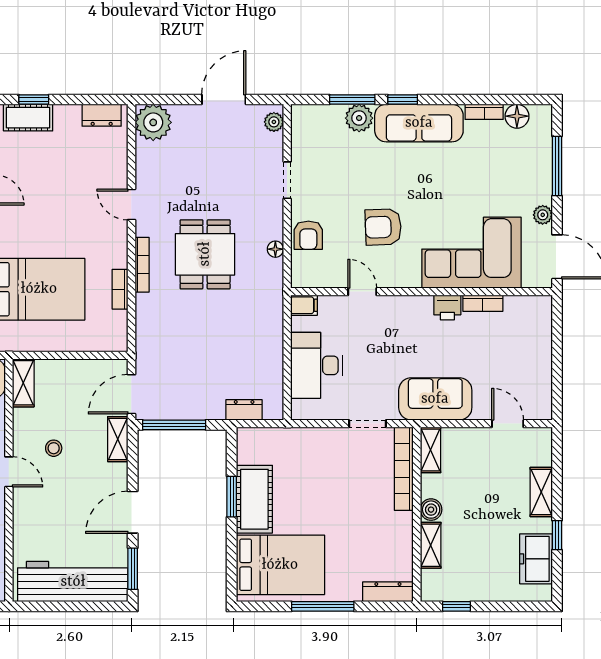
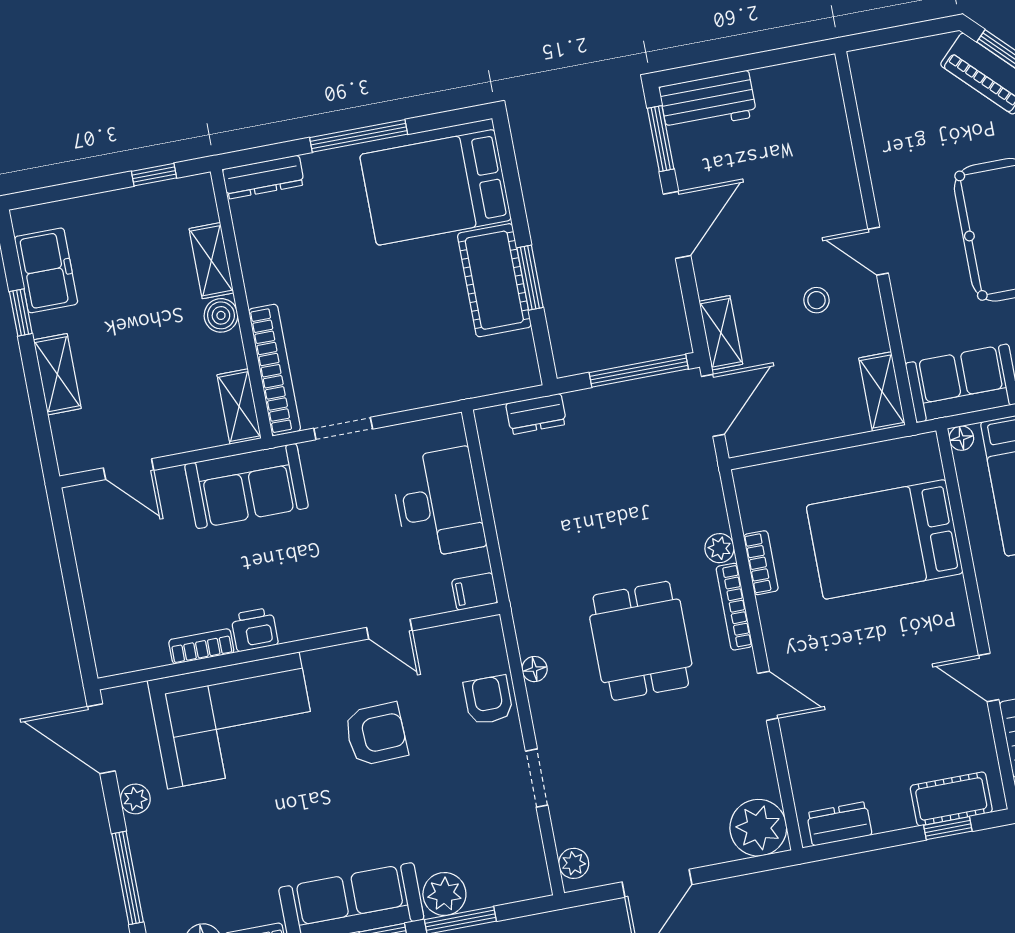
plant: (144, 303) -> (719, 548), added
workbench: (73, 582) -> (708, 102), width x0.53, depth x0.76

